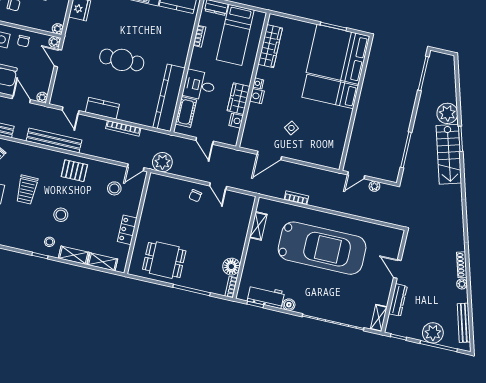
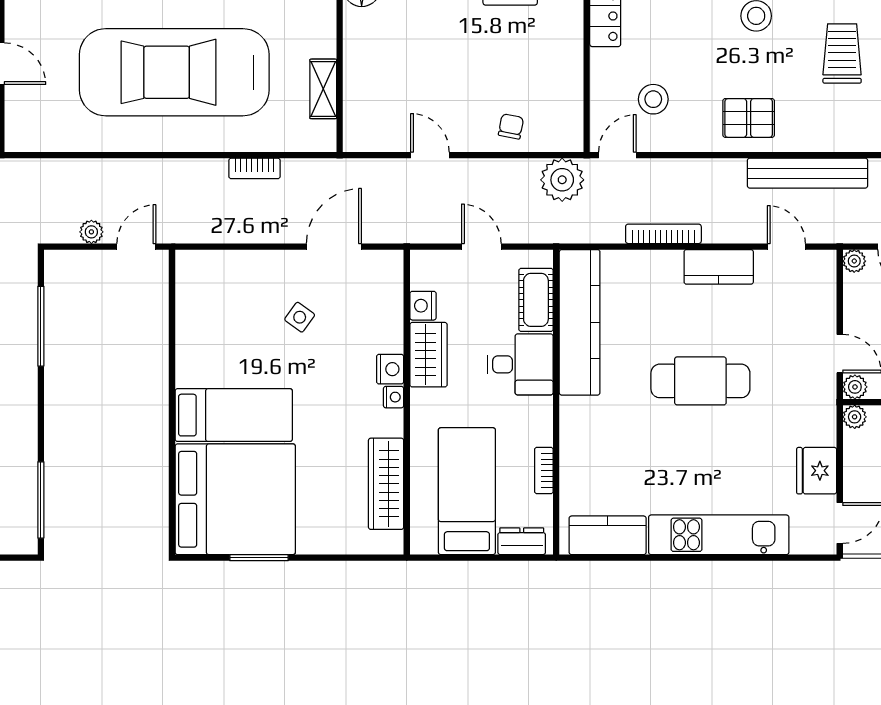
chair: (195, 196) -> (511, 126), moved

